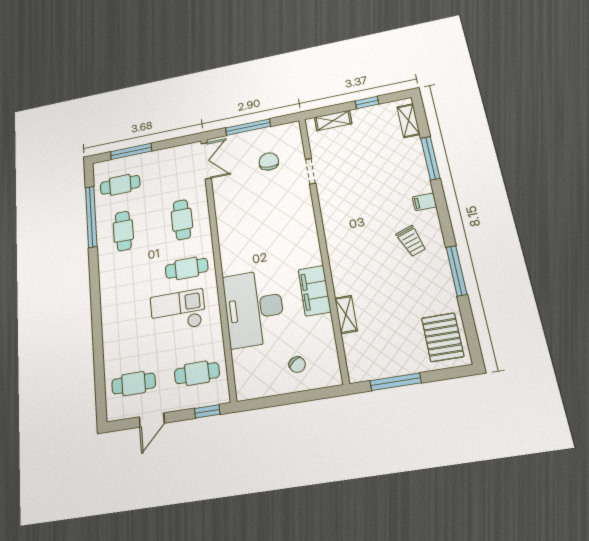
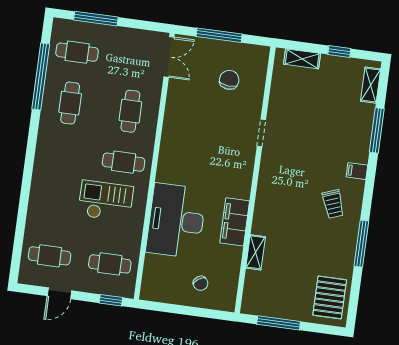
doorway: (310, 171) -> (261, 133), moved

